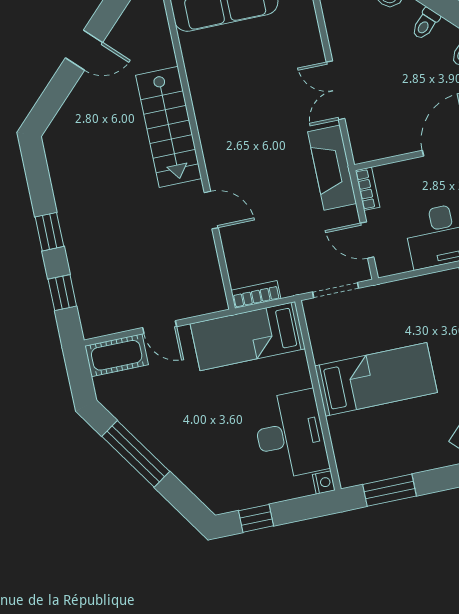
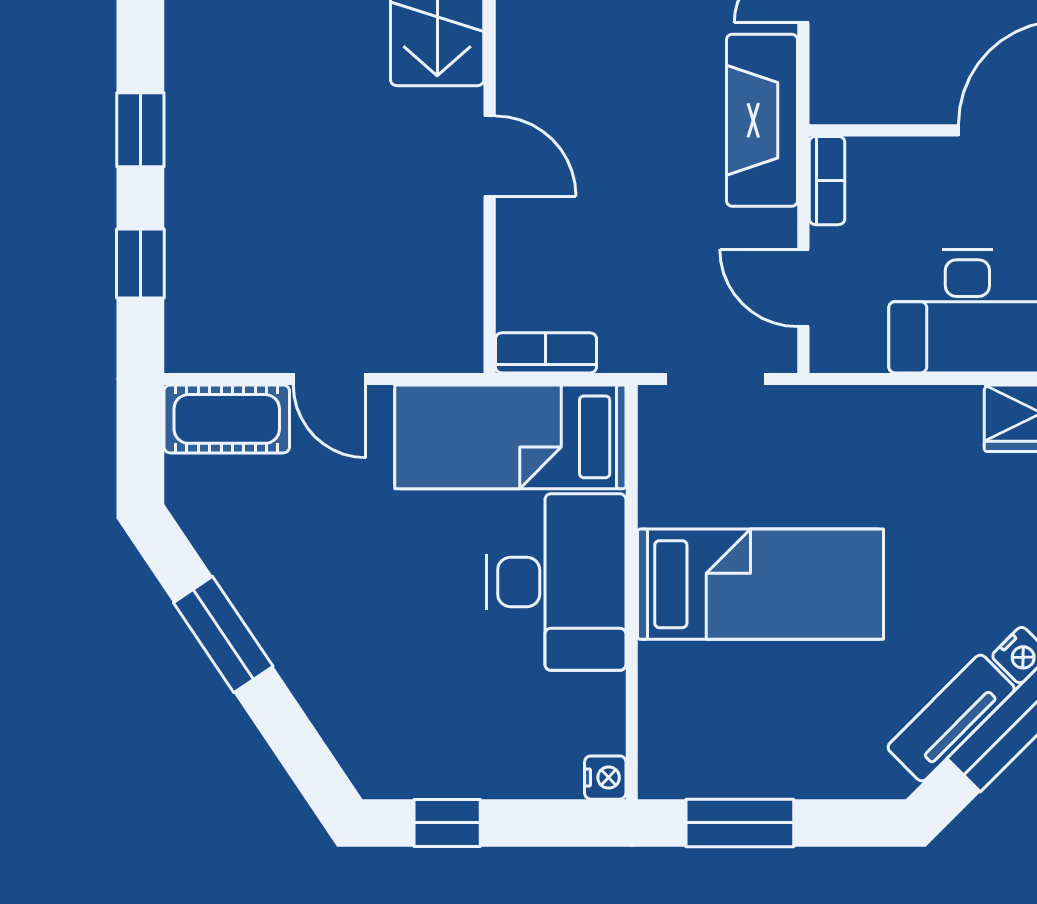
desk: (290, 435) -> (556, 582), moved
window: (136, 454) -> (223, 634), width x0.69

